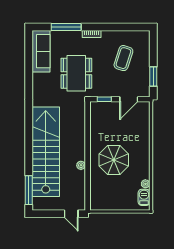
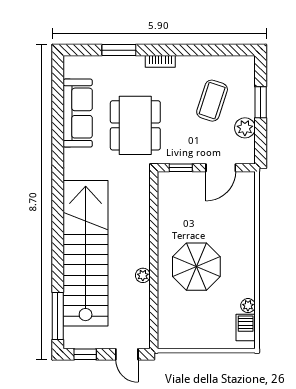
window: (66, 27) -> (119, 50), width x0.69
sofa: (41, 51) -> (78, 113), moved
plant: (144, 75) -> (245, 128), added
window: (153, 76) -> (261, 102), moved
window: (46, 214) -> (85, 354), added

